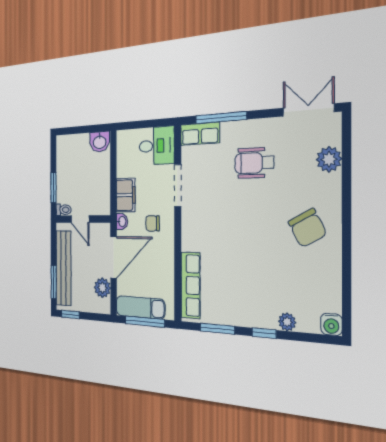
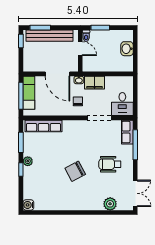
washbasin: (100, 142) -> (127, 49), moved
wheelchair: (254, 163) -> (110, 164), turned -90
door: (80, 219) -> (80, 49), swing flipped
chair: (307, 228) -> (75, 171), moved
plant: (102, 288) -> (39, 66), removed
plant: (287, 322) -> (28, 161), moved

